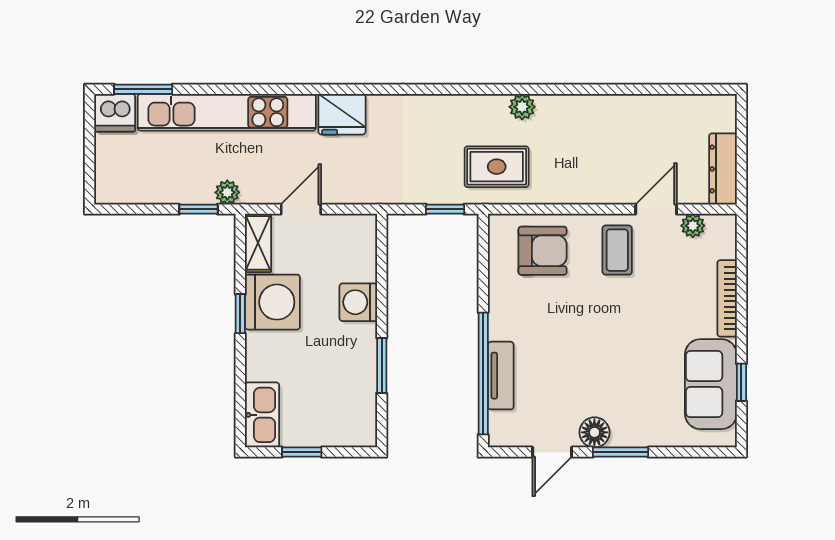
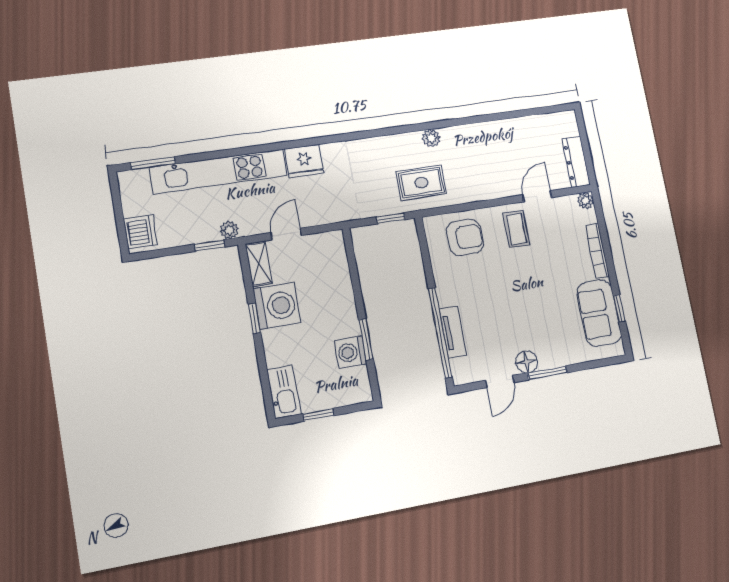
dishwasher: (115, 113) -> (140, 232), moved, turned -90
plant: (693, 226) -> (586, 201), moved
washing machine: (358, 302) -> (351, 352), moved

